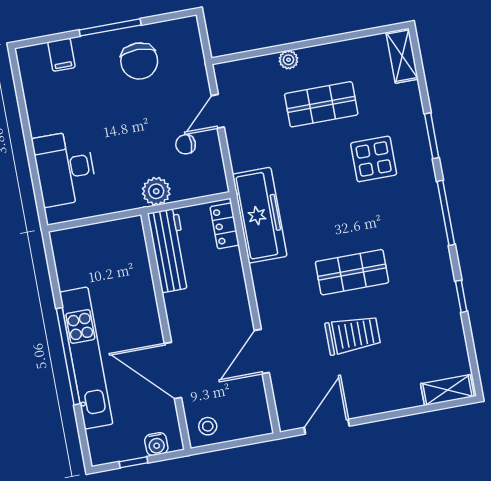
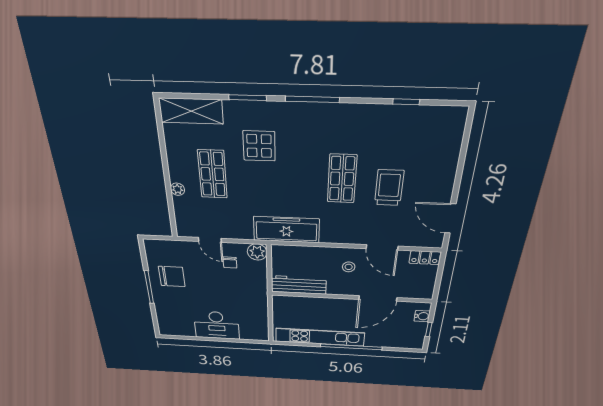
filing cabinet: (61, 55) -> (165, 314), removed
shelving: (402, 56) -> (191, 111), width x1.50, depth x1.33
desk: (65, 168) -> (217, 325), moved
plant: (156, 191) -> (257, 252), moved
locker: (225, 226) -> (425, 258), moved
window: (461, 296) -> (406, 102), moved
kitchen unit: (86, 358) -> (320, 337), moved
shelving: (447, 390) -> (456, 128), removed
stool: (208, 426) -> (349, 267), moved

